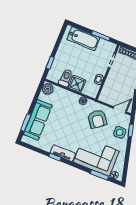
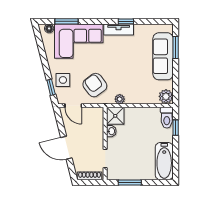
bathtub: (83, 39) -> (164, 161), moved, turned -90
toilet: (66, 78) -> (167, 118), moved
shower: (77, 84) -> (115, 116), moved
door: (120, 110) -> (73, 106), hinge flipped

